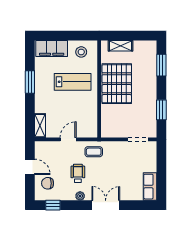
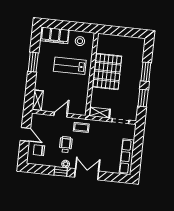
shelving: (121, 46) -> (100, 113), moved
window: (161, 65) -> (146, 72), moved
lab bench: (73, 82) -> (70, 66), turned 180
row of seats: (150, 187) -> (127, 157), width x1.48
window: (53, 205) -> (61, 171), moved

